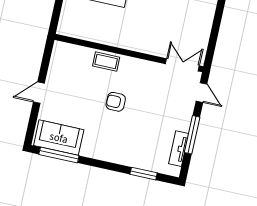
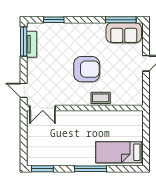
armchair: (116, 102) -> (87, 69), width x1.88, depth x1.88
window: (192, 135) -> (24, 42), moved

